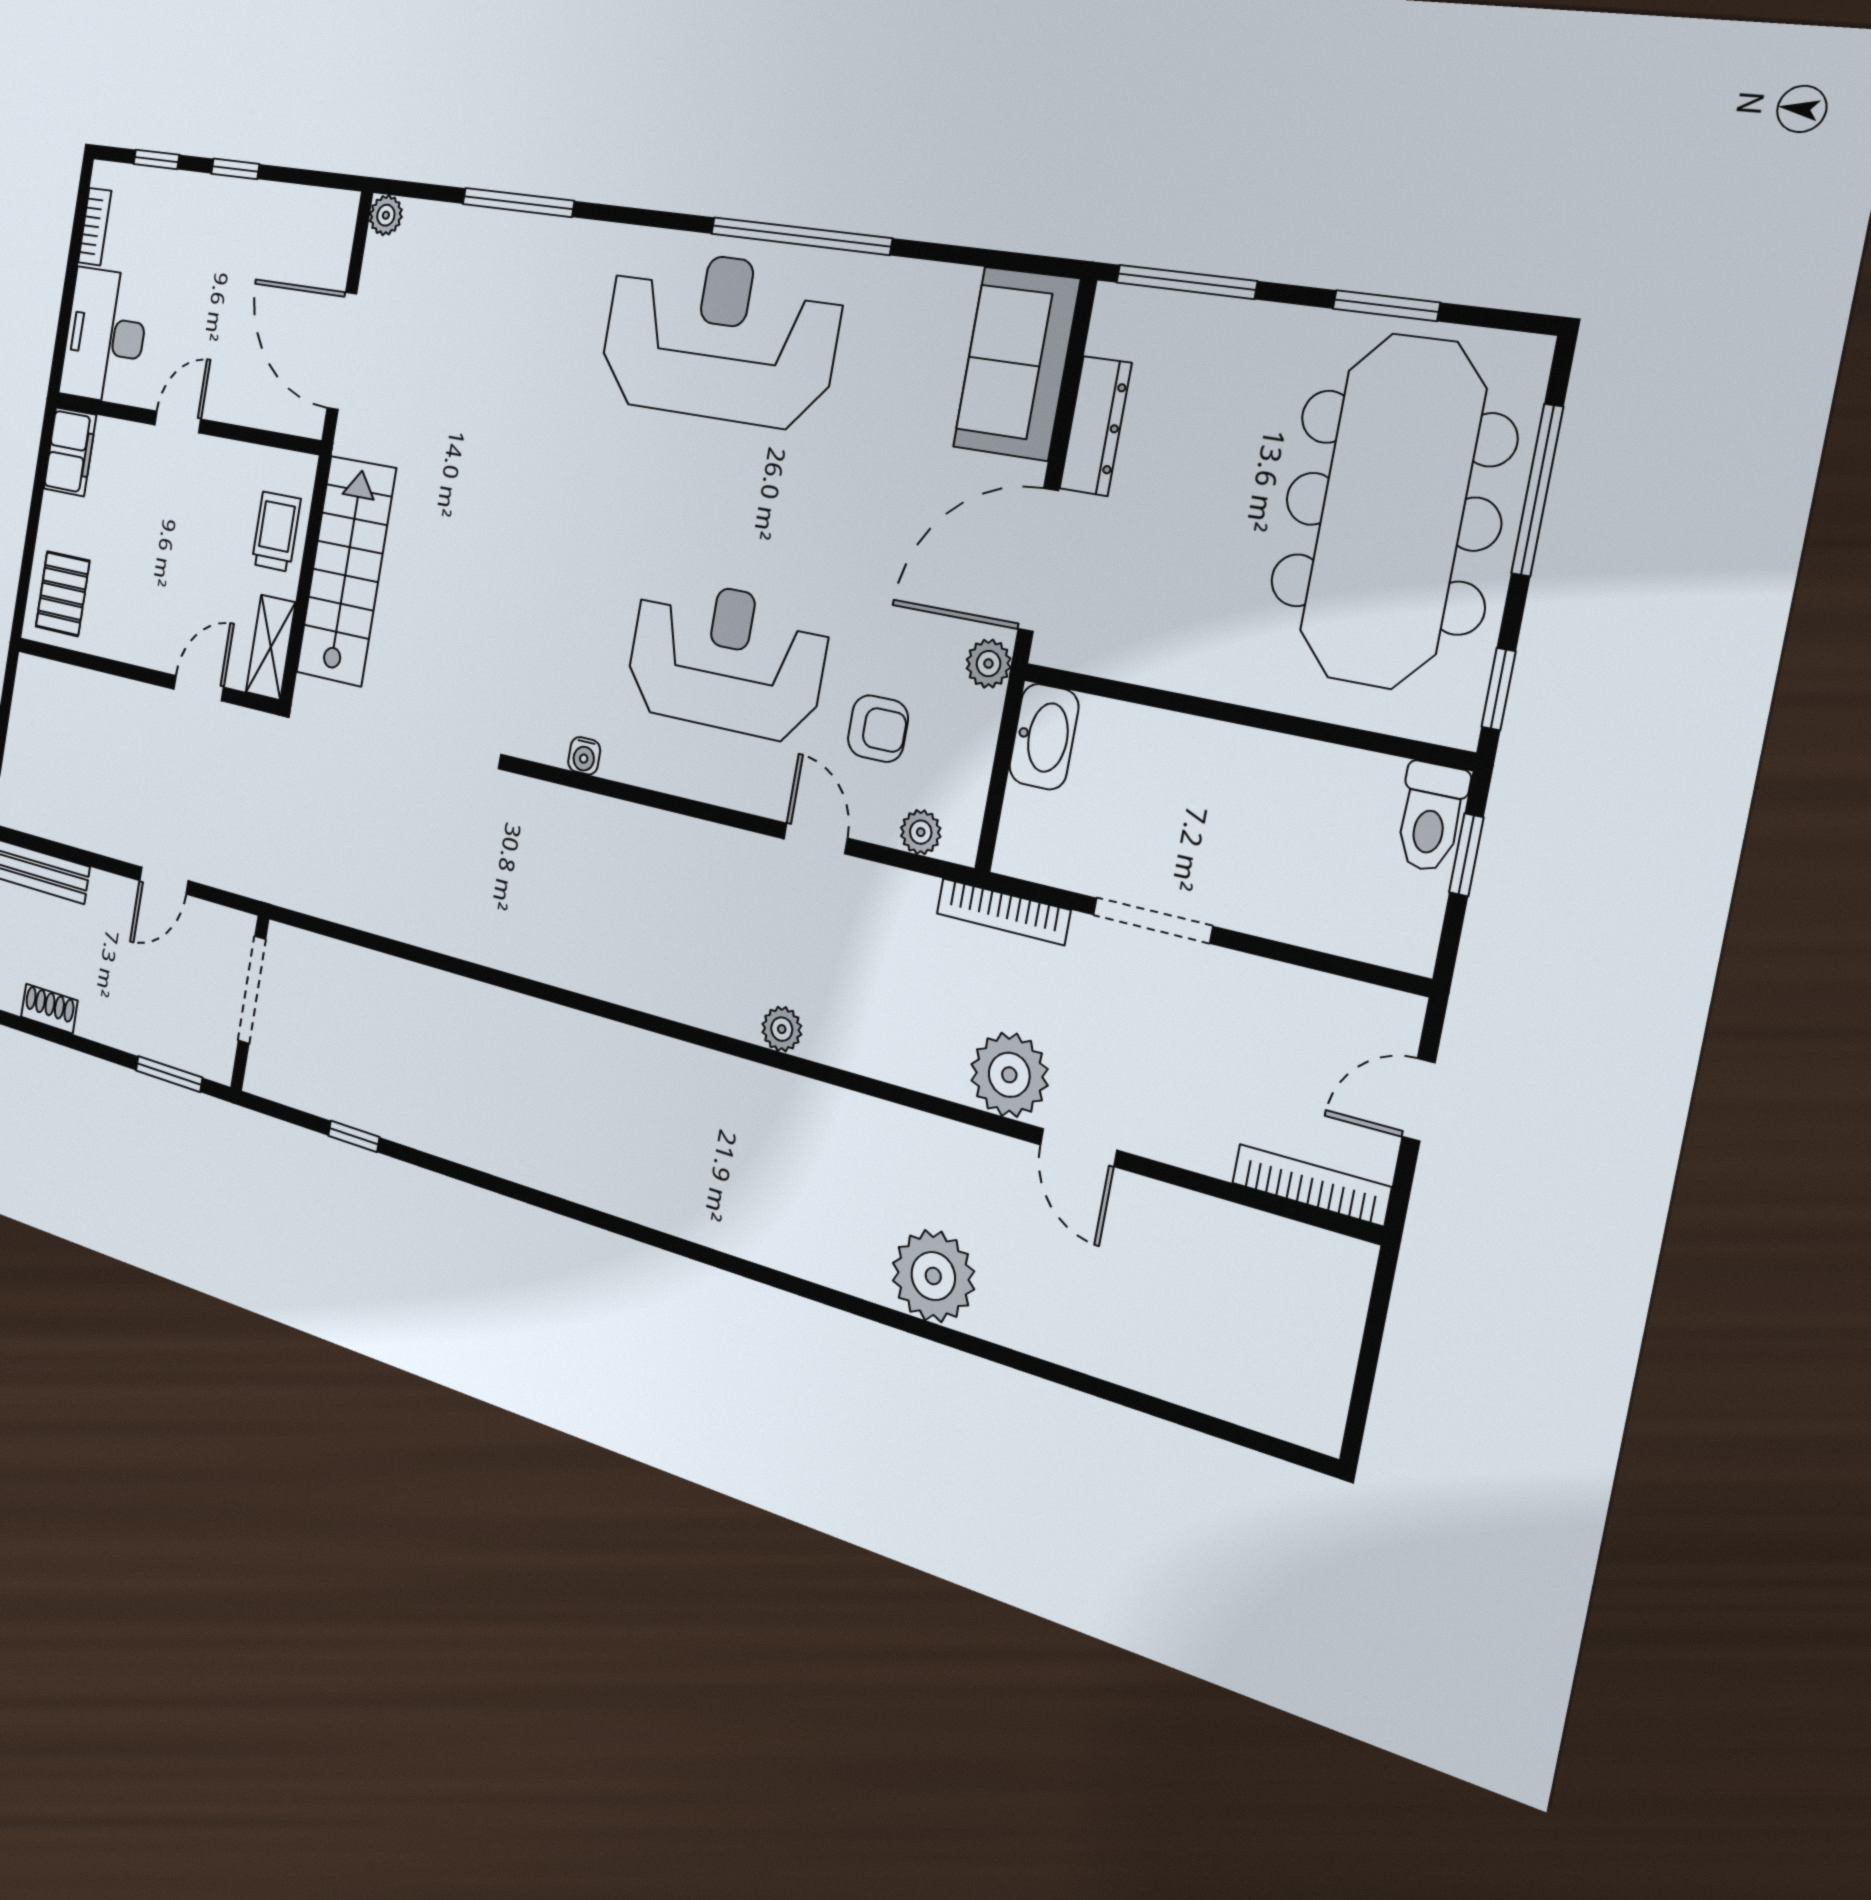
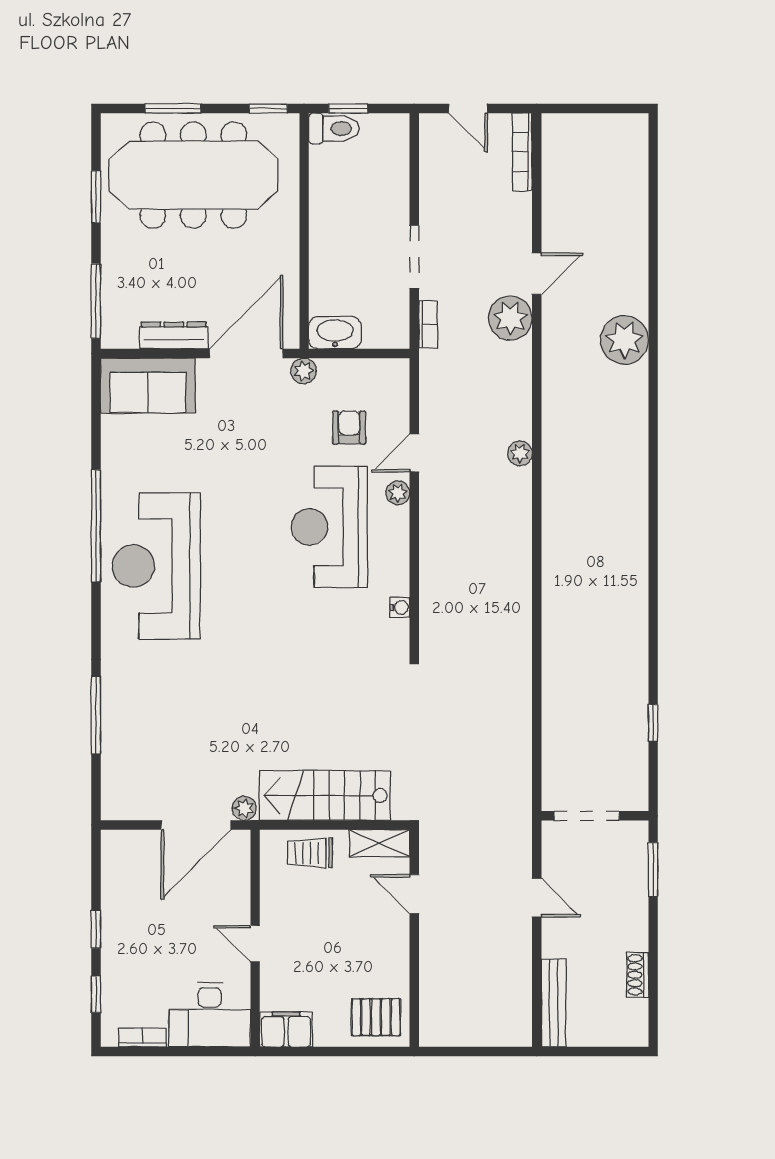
plant: (386, 215) -> (244, 808), moved
window: (1537, 490) -> (173, 109), width x0.69
door: (1038, 560) -> (246, 353), swing flipped
plant: (921, 832) -> (398, 493), moved
bookcase: (1003, 912) -> (428, 324), width x0.64

